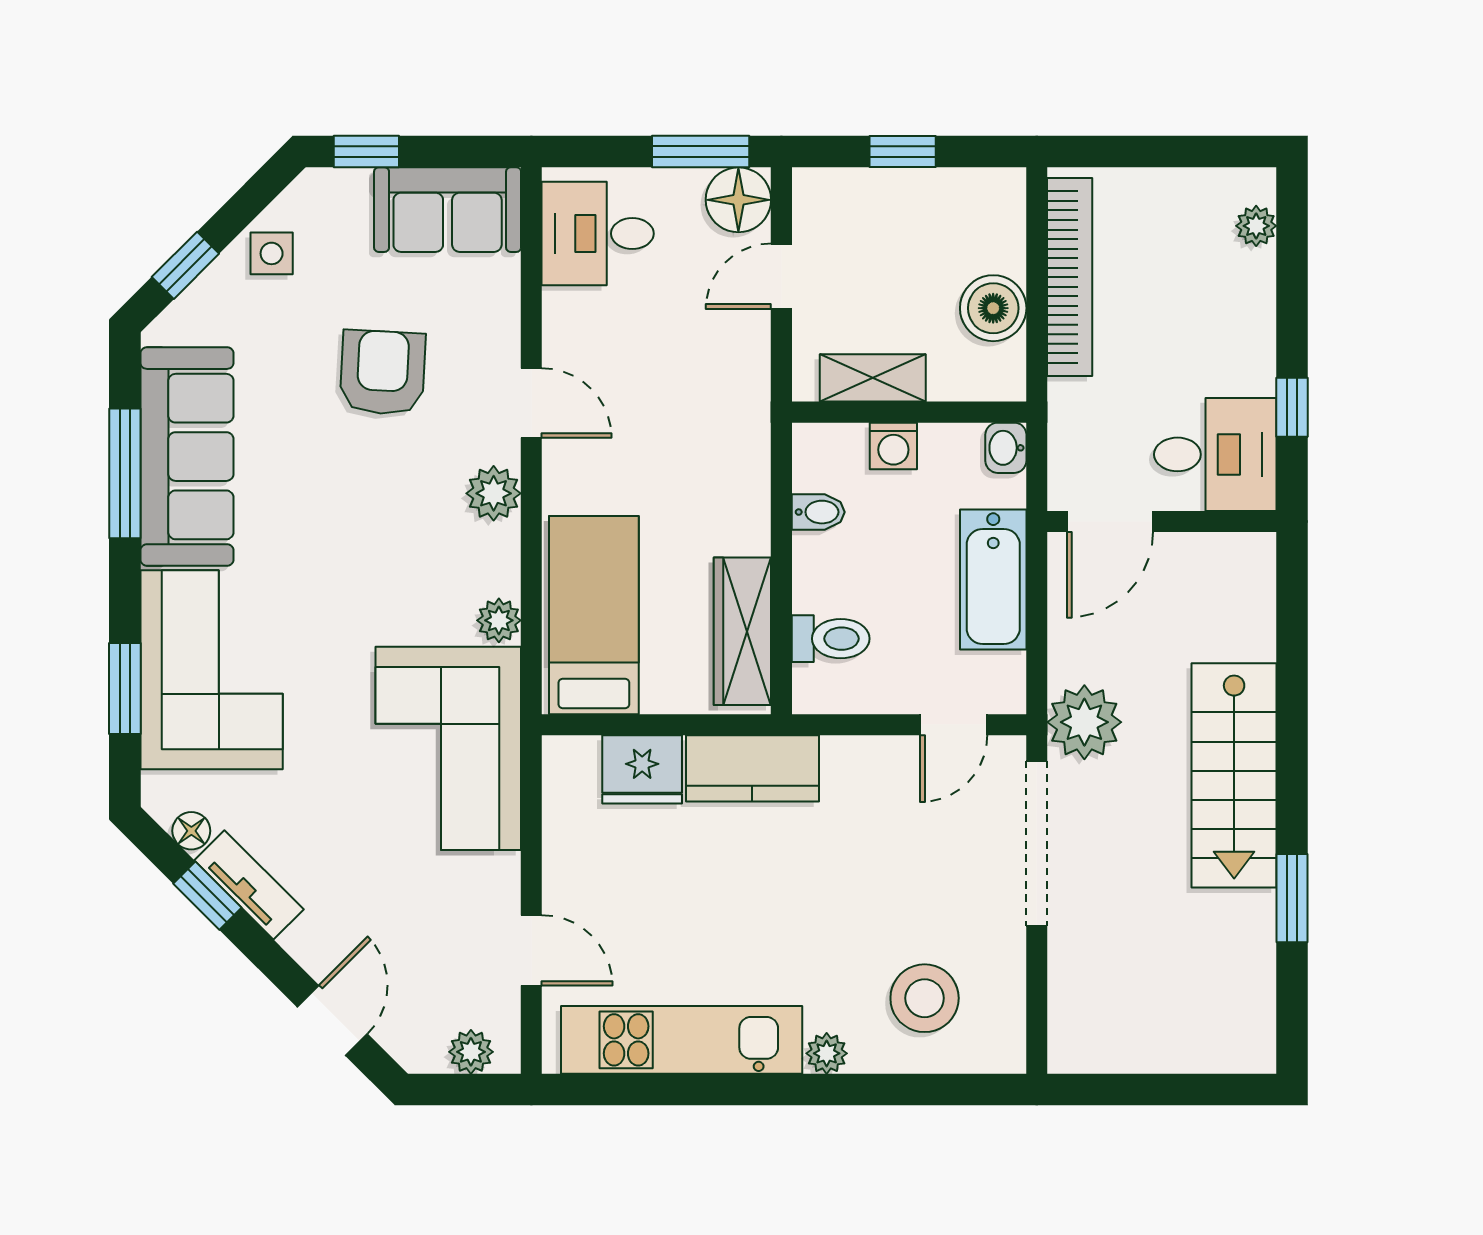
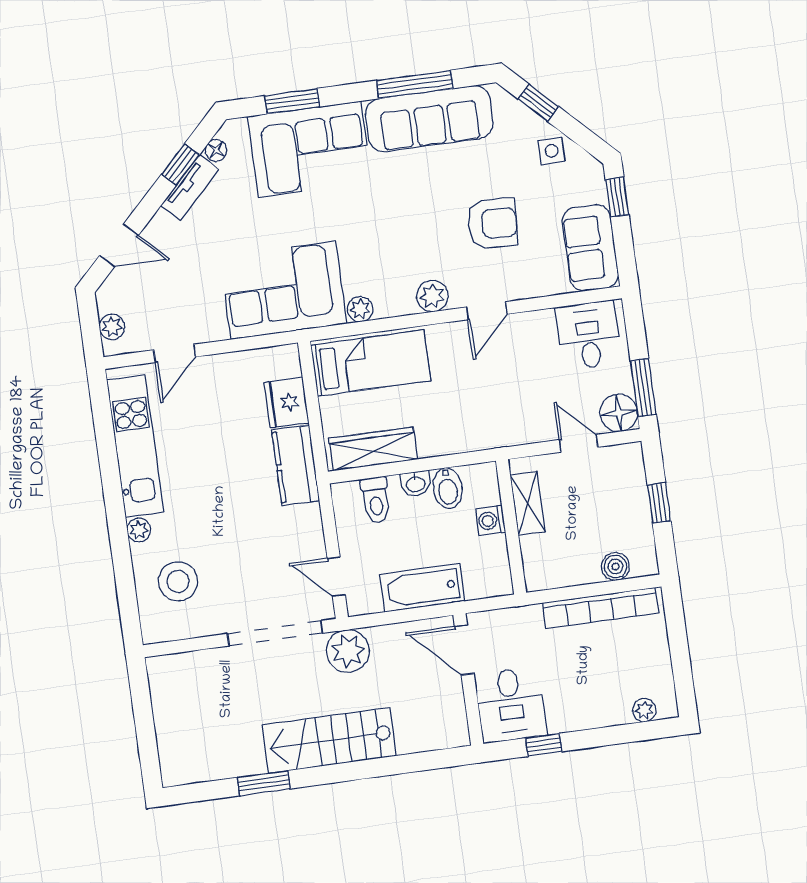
boiler: (993, 308) -> (616, 566), moved, width x0.73, depth x0.73
washbasin: (1006, 448) -> (416, 484), moved, turned 180
bidet: (818, 512) -> (448, 488), width x1.38, depth x1.36

